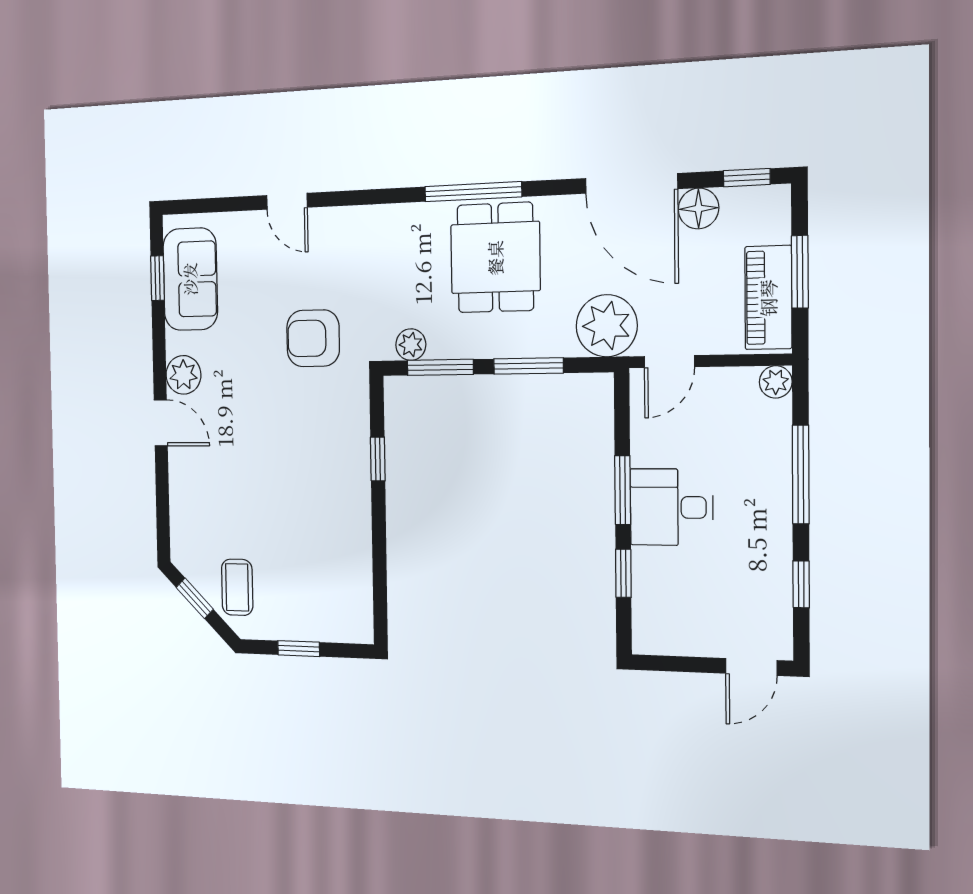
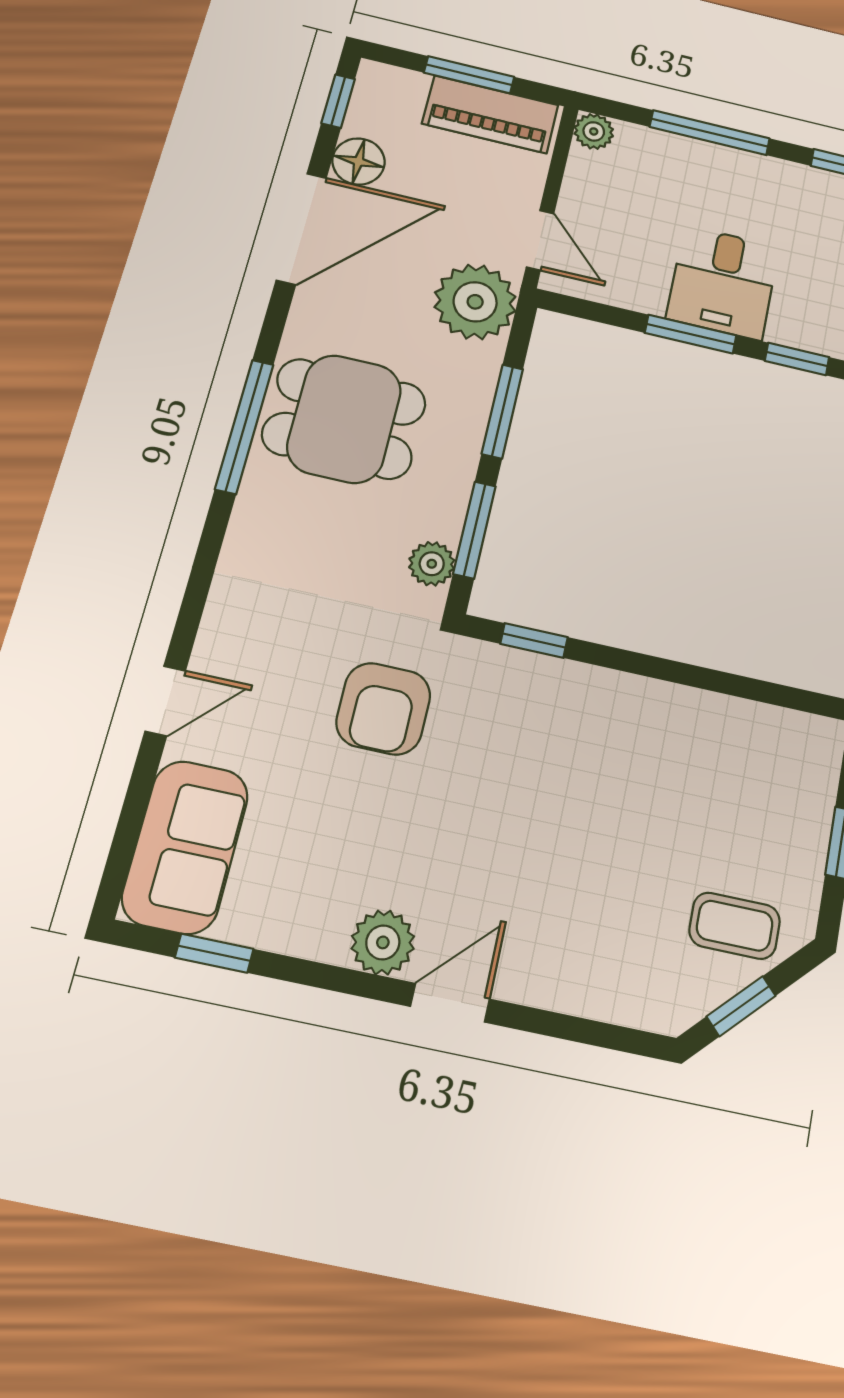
sofa: (190, 279) -> (185, 847), moved, turned 90
window: (378, 459) -> (534, 640), moved

